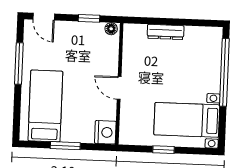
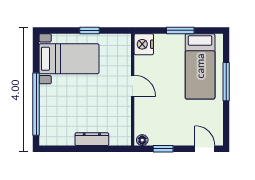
window: (19, 63) -> (226, 82), moved

